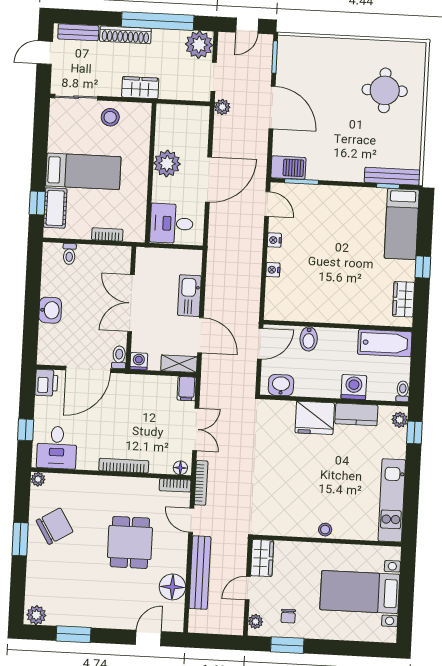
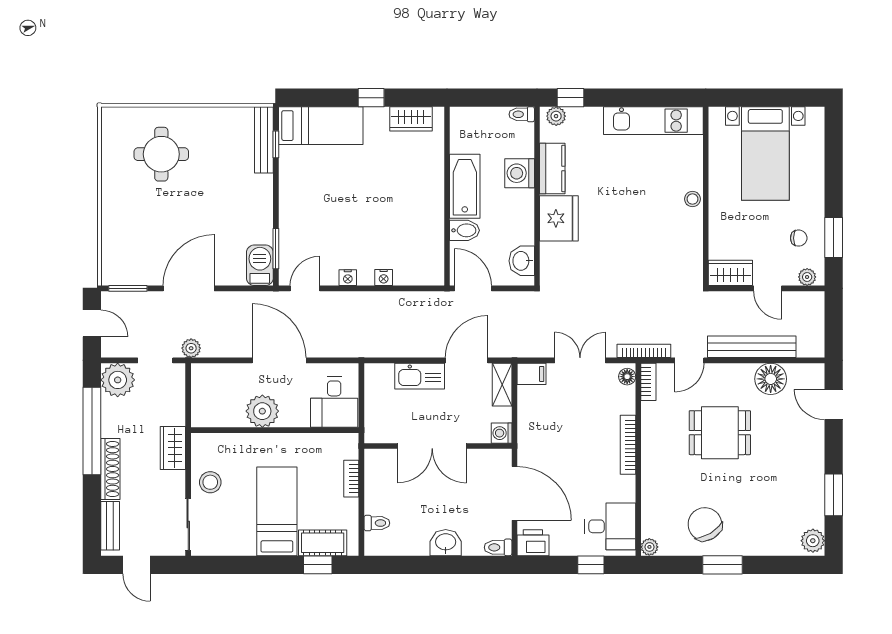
bathtub: (385, 343) -> (465, 186), moved
toilet: (119, 357) -> (498, 547), moved

